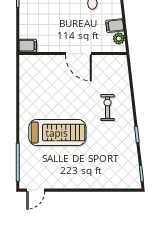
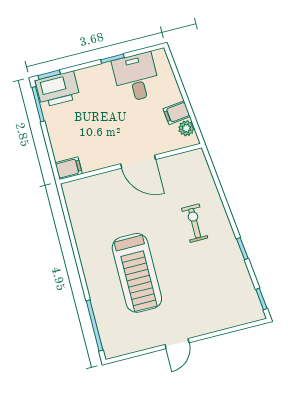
treadmill: (57, 133) -> (137, 273), turned 90
door: (36, 190) -> (177, 344), moved

